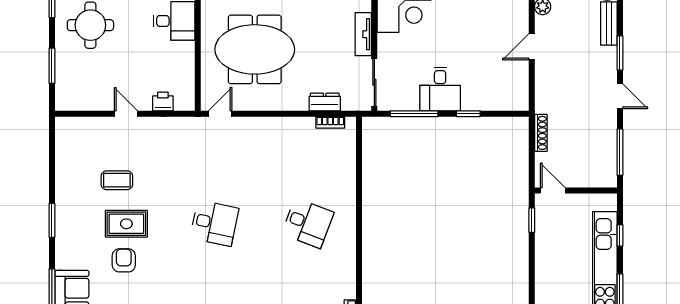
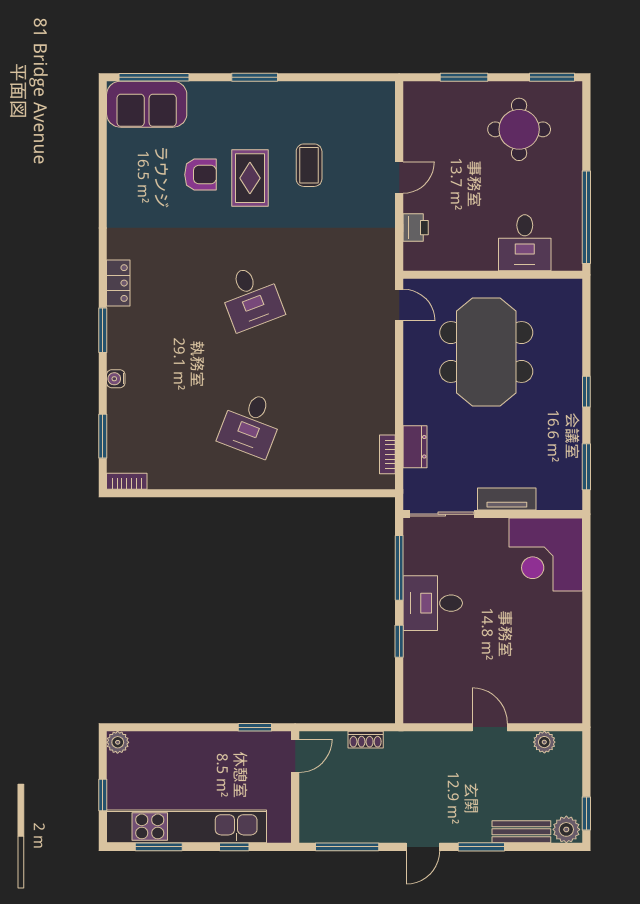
shoe rack: (541, 133) -> (366, 740), width x0.70
desk: (214, 223) -> (251, 297), turned -33

